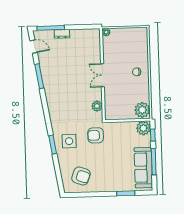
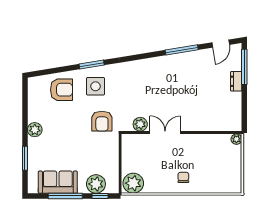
double door: (102, 75) -> (165, 133), moved
plant: (143, 128) -> (96, 184), moved
armchair: (96, 135) -> (102, 121), turned 180
sofa: (143, 168) -> (58, 182), width x0.73
armchair: (81, 176) -> (61, 90), moved, turned -110
plant: (104, 186) -> (35, 130), added

